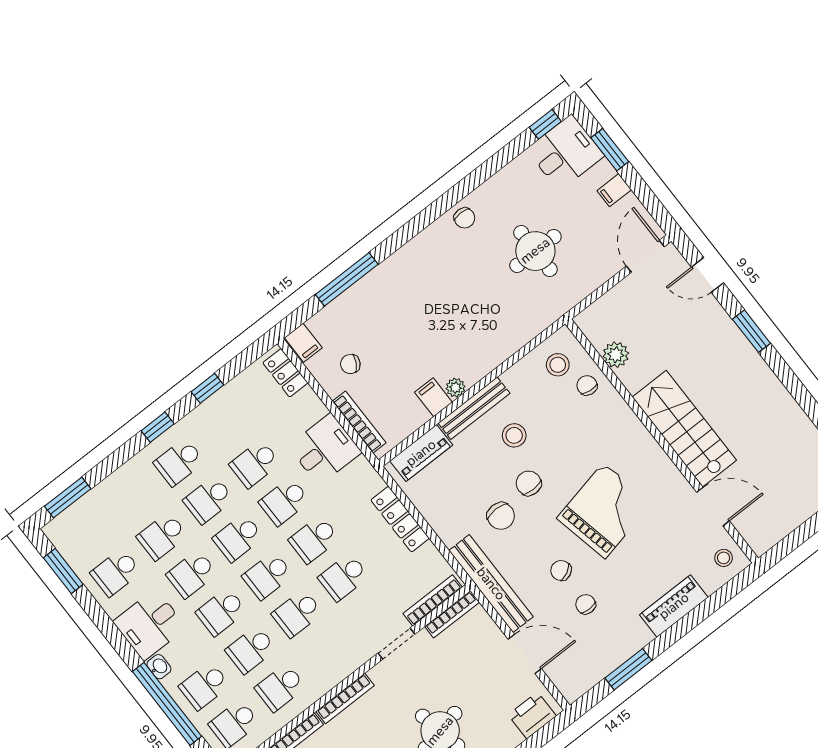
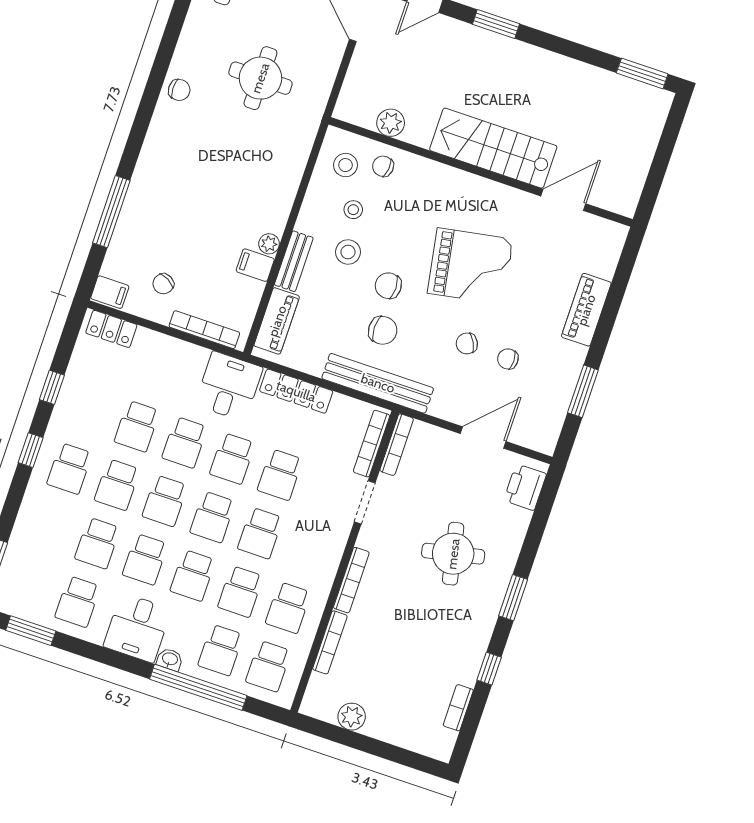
bench: (474, 408) -> (294, 261), width x0.73
desk: (325, 449) -> (229, 386), moved
grand piano: (604, 511) -> (470, 266), turned 92
stool: (724, 558) -> (353, 210), moved
bench: (491, 584) -> (378, 383), moved

